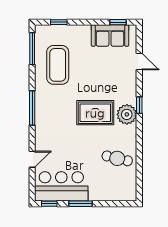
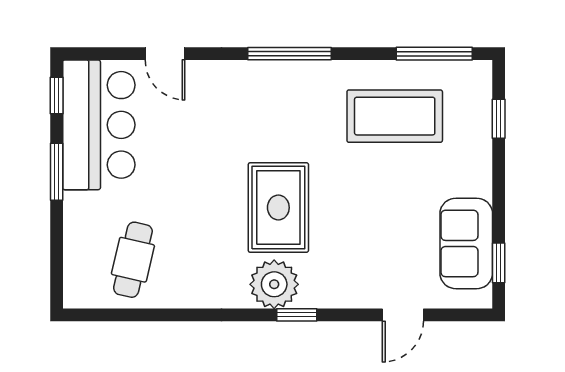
cafe table: (117, 158) -> (133, 260), moved

